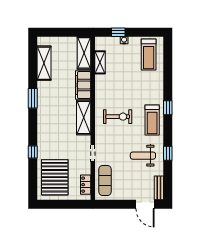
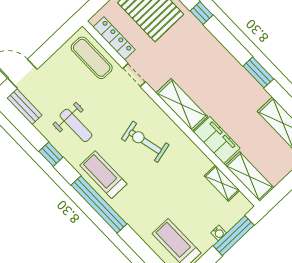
window: (118, 32) -> (234, 236), width x2.17
window: (168, 108) -> (99, 205), width x3.17
exercise bike: (118, 117) -> (145, 142), turned 77
weight bench: (143, 156) -> (76, 125), turned 90
locker: (86, 185) -> (114, 38), width x1.53

